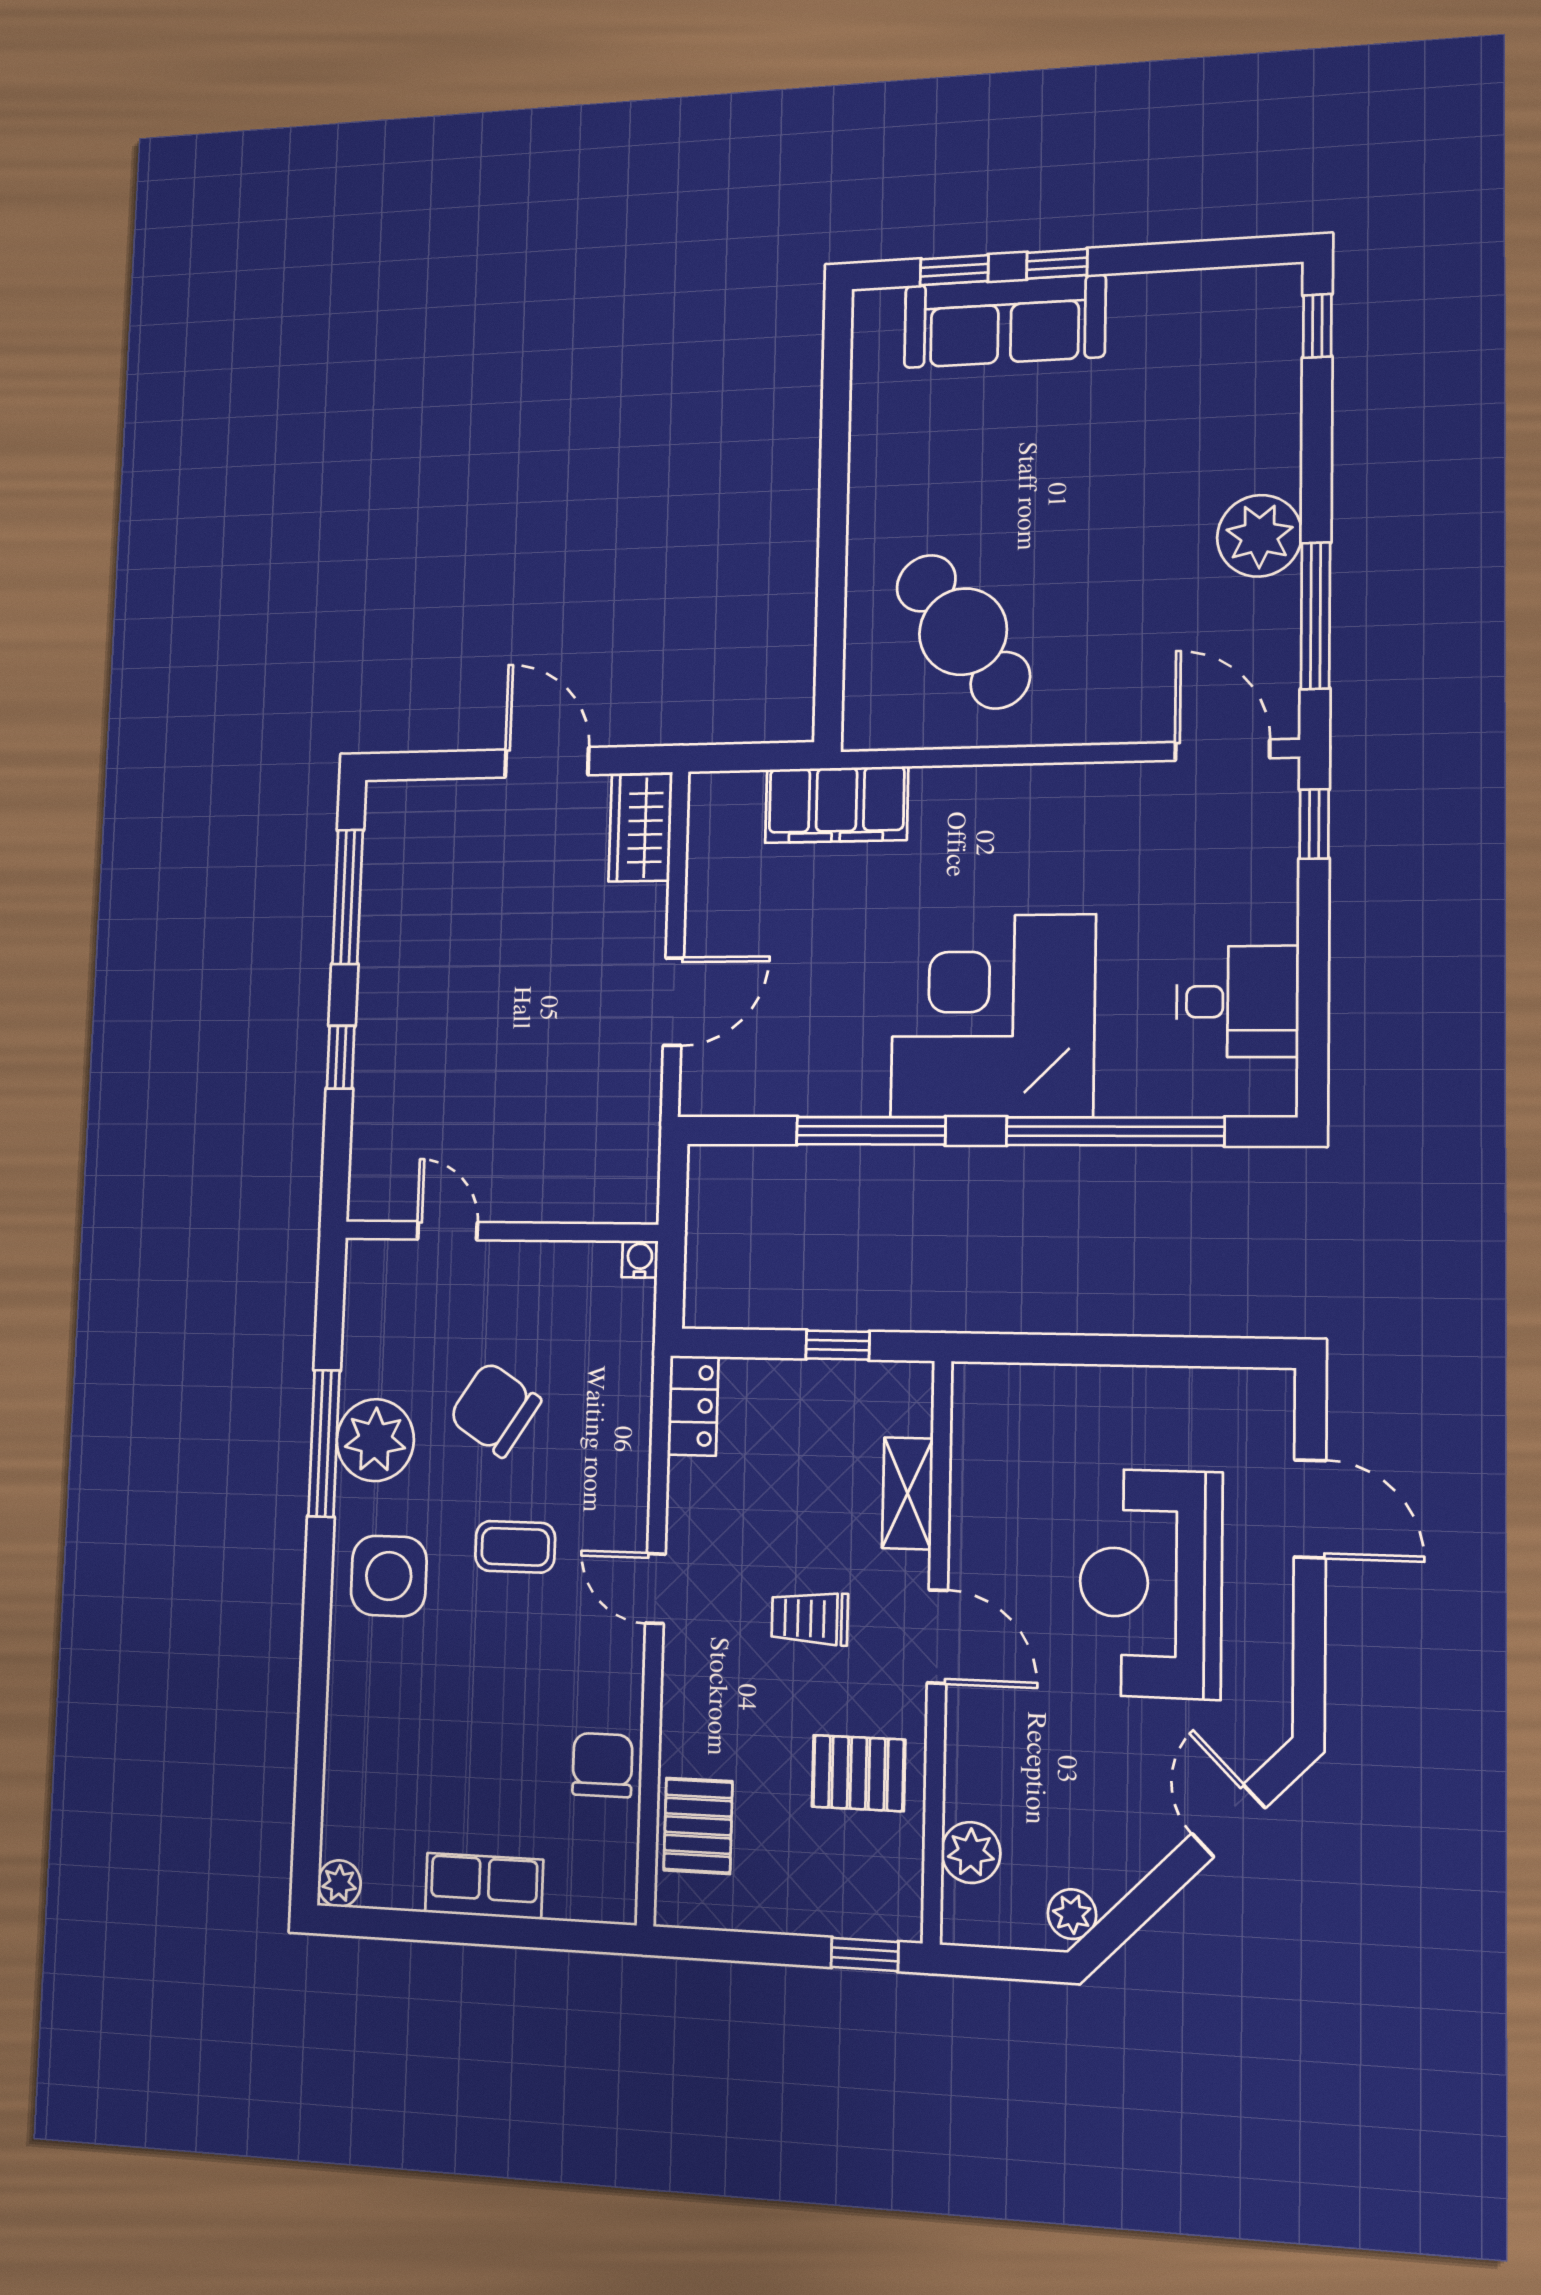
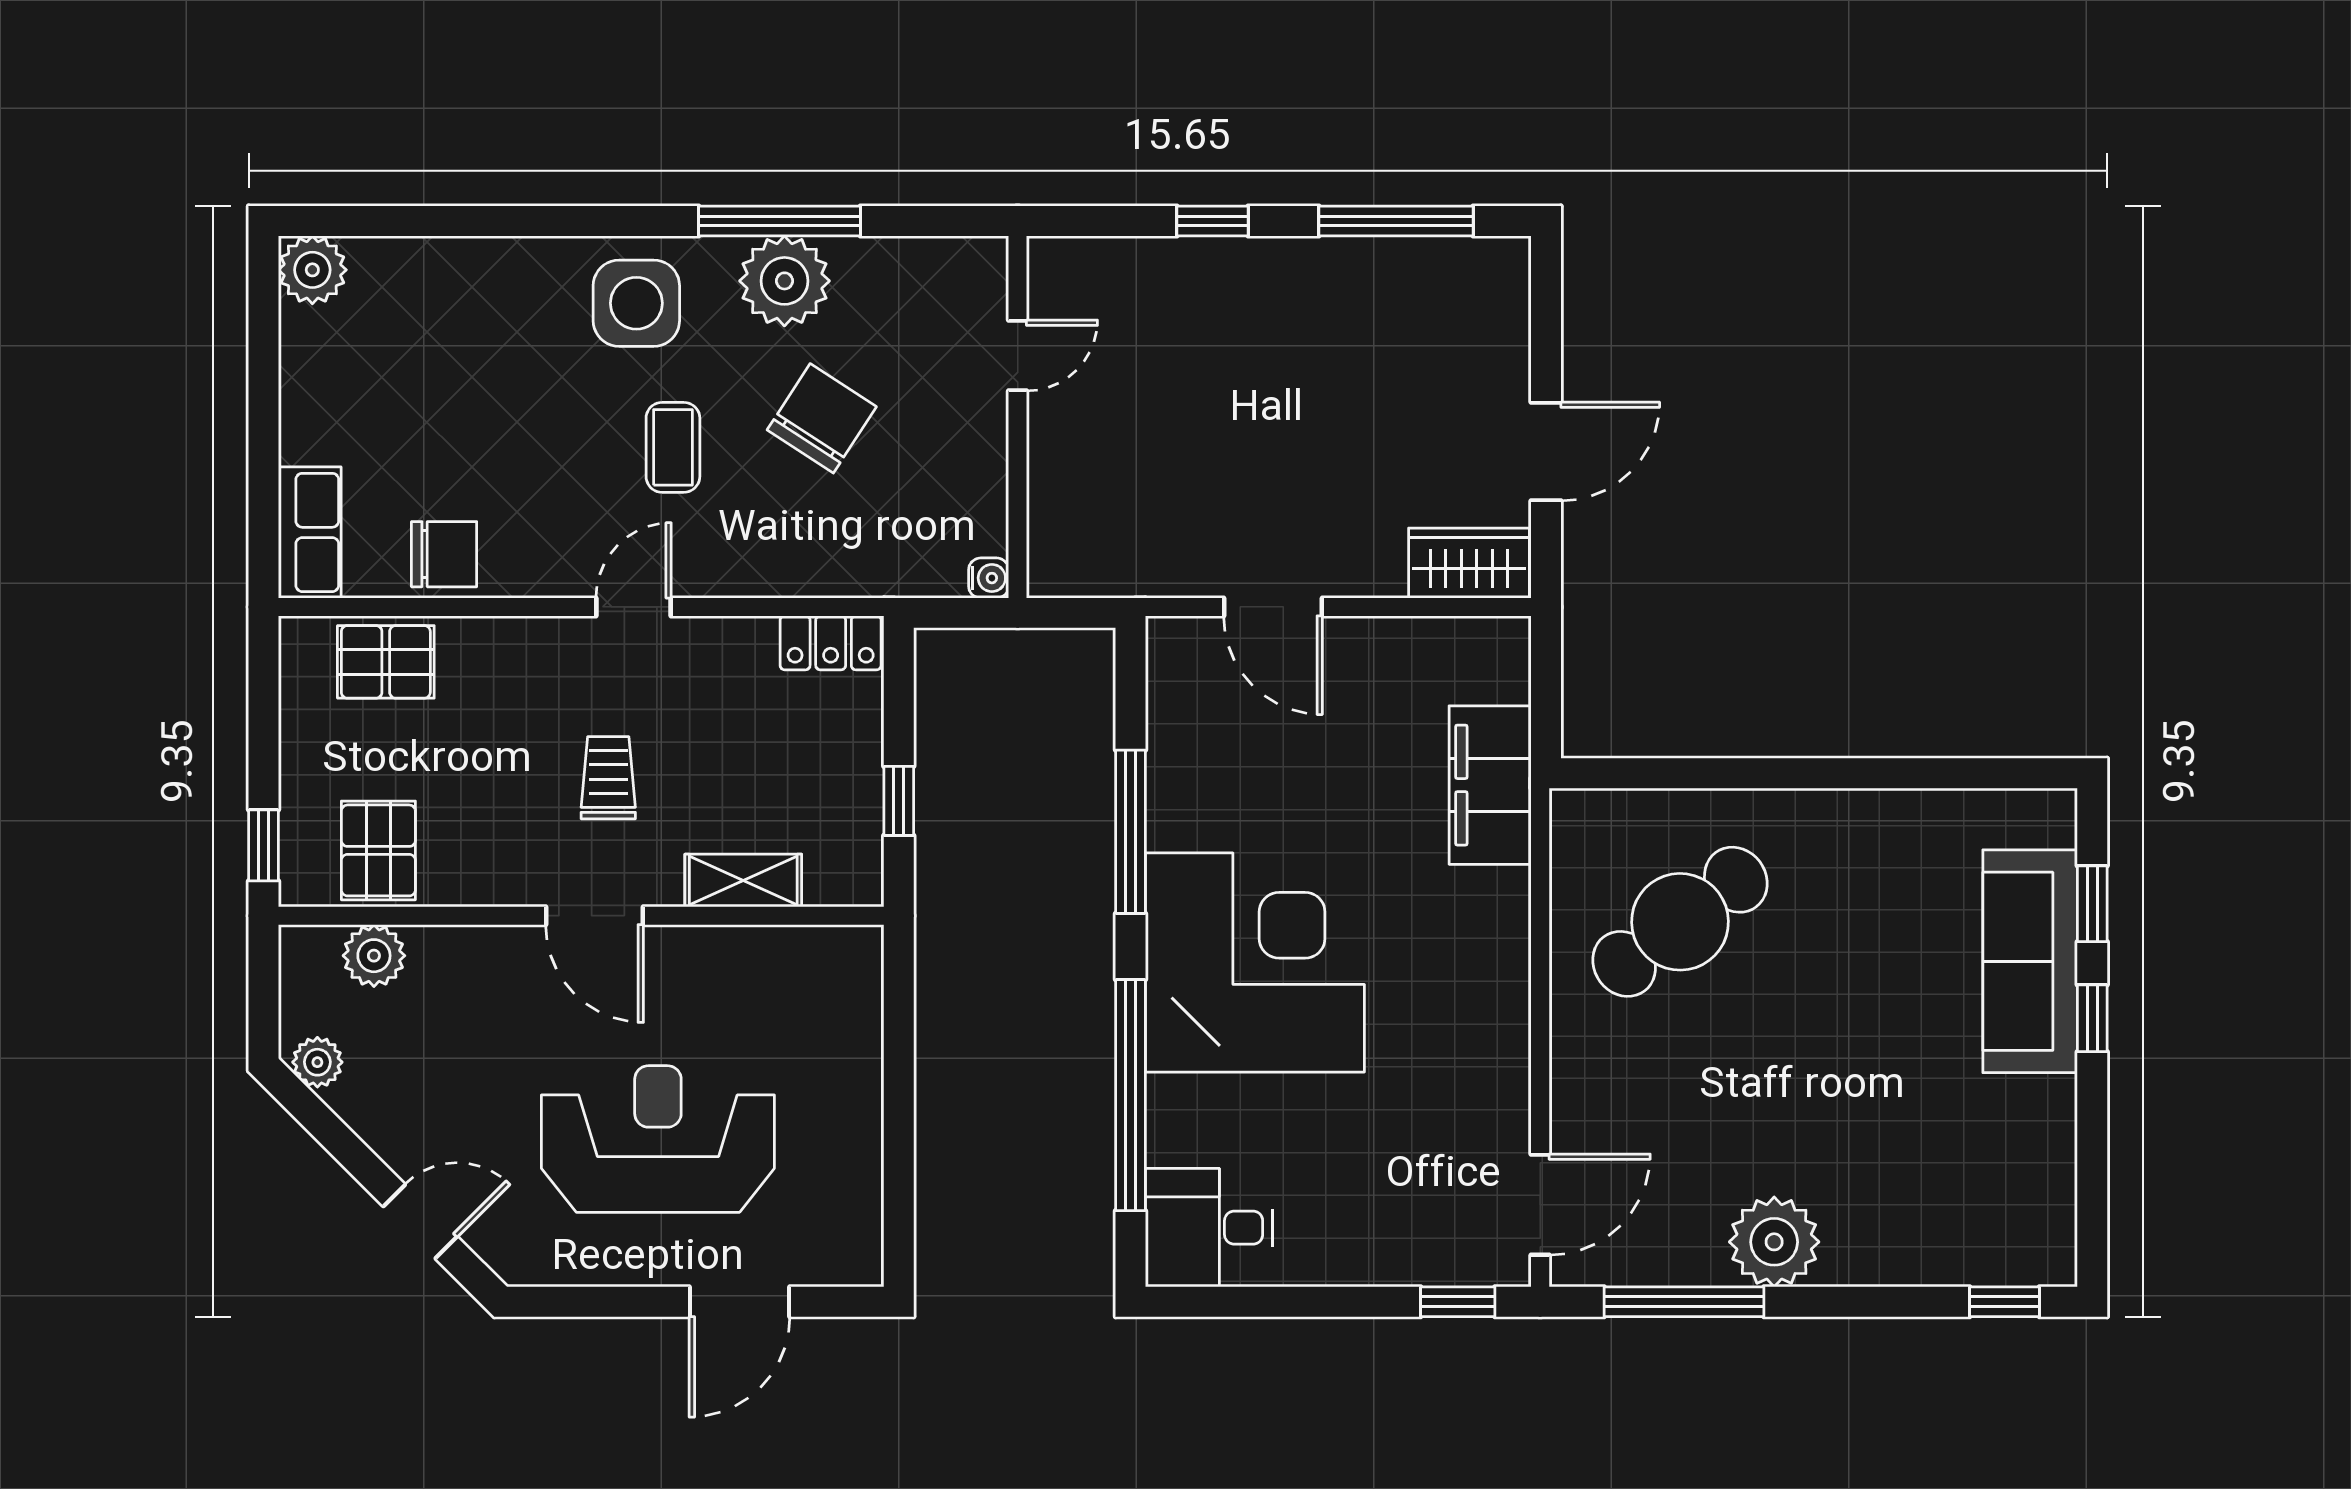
desk: (1238, 1002) -> (1209, 1228), moved, turned 90
door: (937, 1637) -> (595, 916), hinge flipped
pallet: (858, 1773) -> (378, 850), moved
plant: (339, 1883) -> (312, 270), width x1.38, depth x1.38
row of seats: (484, 1886) -> (310, 532), moved

